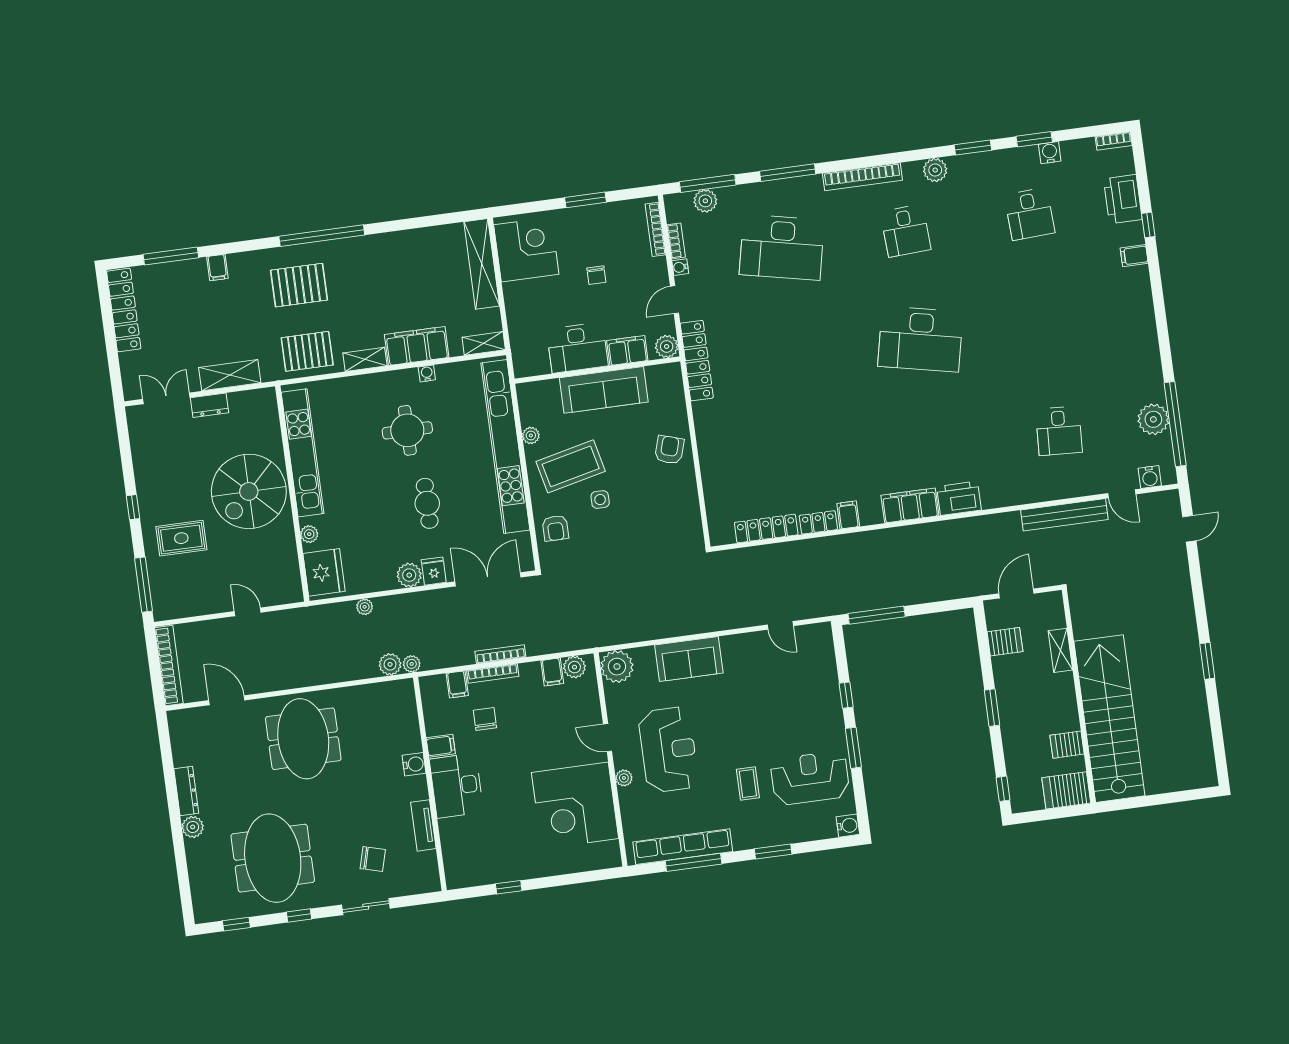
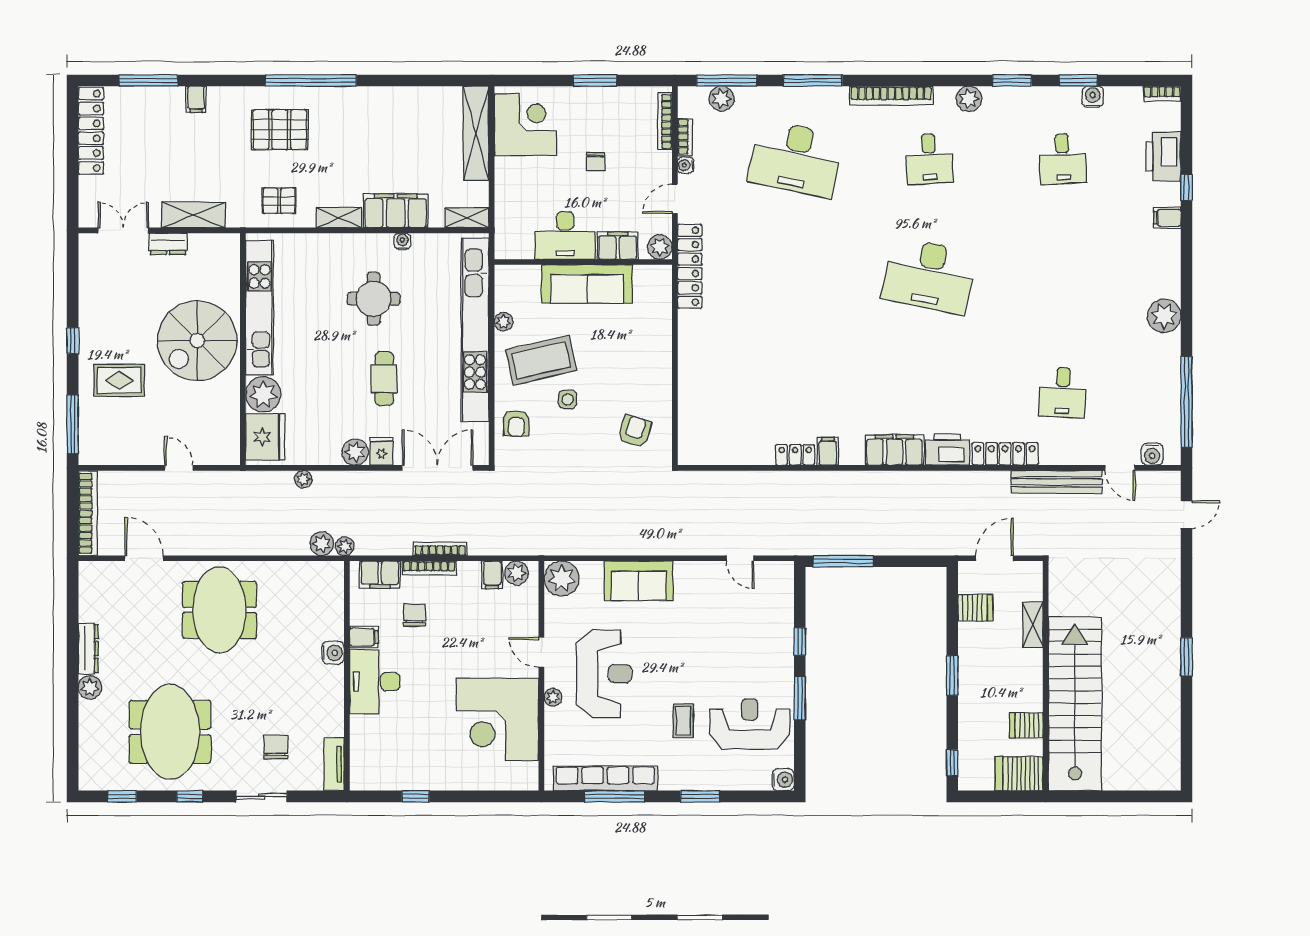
pallet: (307, 351) -> (279, 201), width x0.67, depth x0.71
plant: (1153, 419) -> (1164, 316), moved
armchair: (669, 450) -> (635, 431), moved
locker: (766, 529) -> (1005, 454), moved
plant: (309, 534) -> (263, 394), width x1.88, depth x1.88
filing cabinet: (457, 684) -> (380, 574), width x2.00
tv unit: (423, 825) -> (334, 764), moved
chair: (373, 859) -> (276, 747), turned -105

